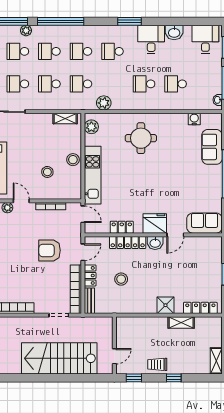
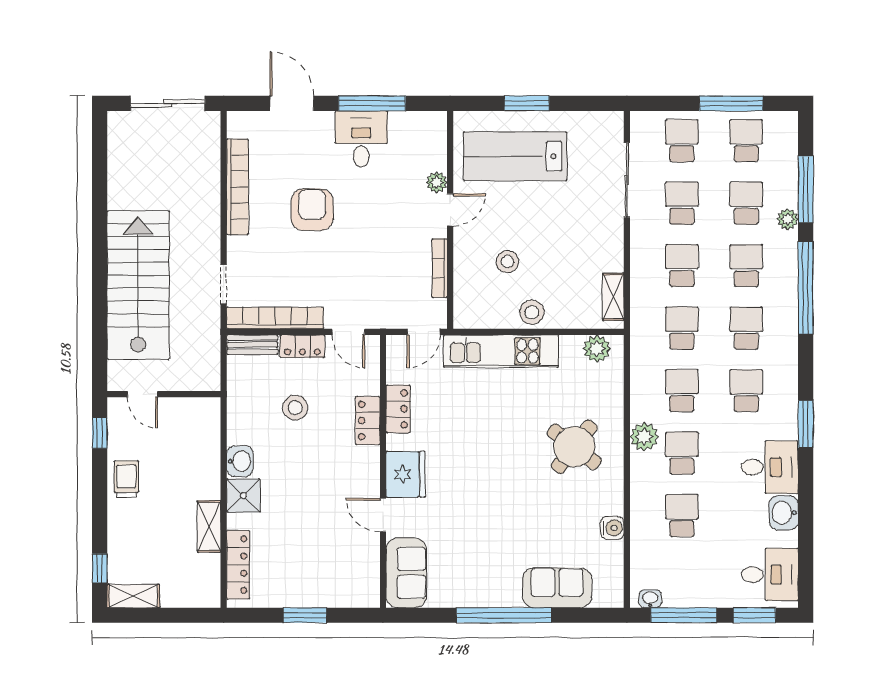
school desk: (112, 84) -> (682, 391), added
plant: (104, 103) -> (644, 437), moved
water cooler: (194, 119) -> (612, 528), moved
round table: (141, 138) -> (574, 447), turned 38
locker: (128, 242) -> (368, 421), width x0.66
washbasin: (155, 243) -> (240, 461), moved, turned 180
armchair: (50, 250) -> (312, 210), moved
window: (174, 378) -> (100, 568), moved

